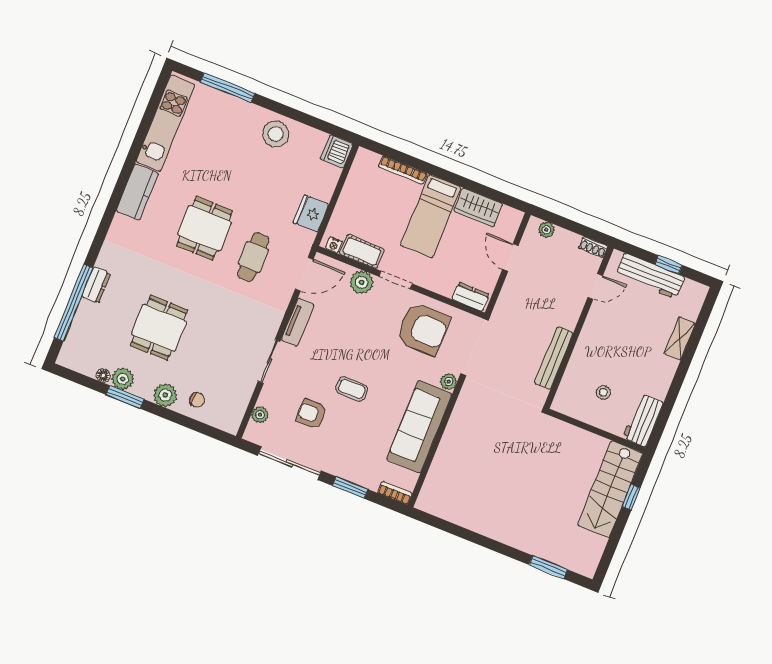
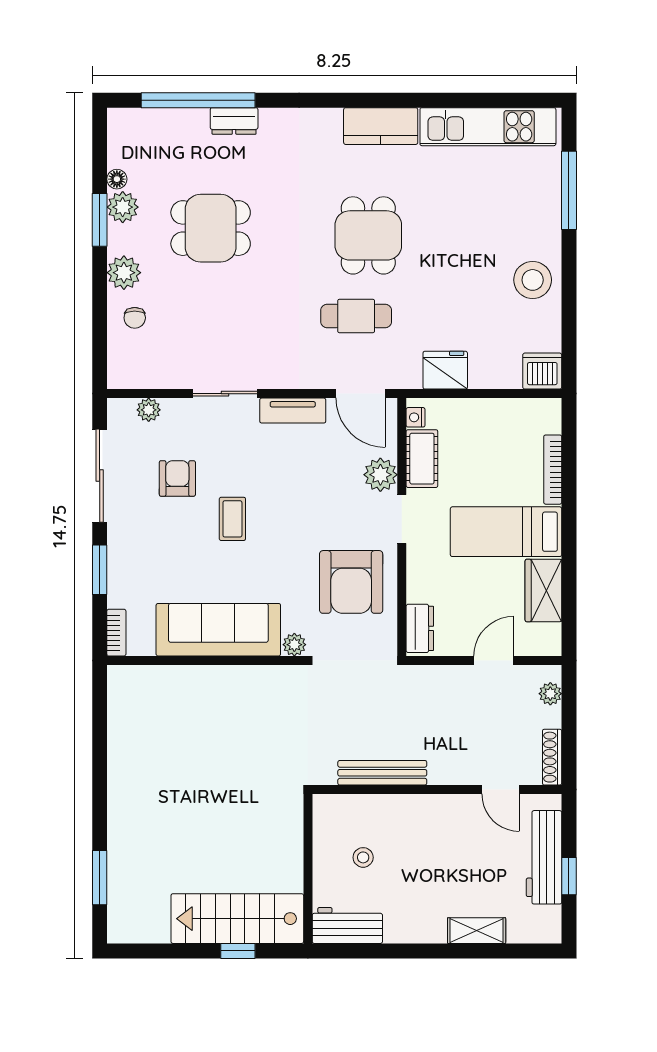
dining table: (204, 228) -> (368, 235), turned 90
shoe rack: (593, 247) -> (552, 757), width x1.43

